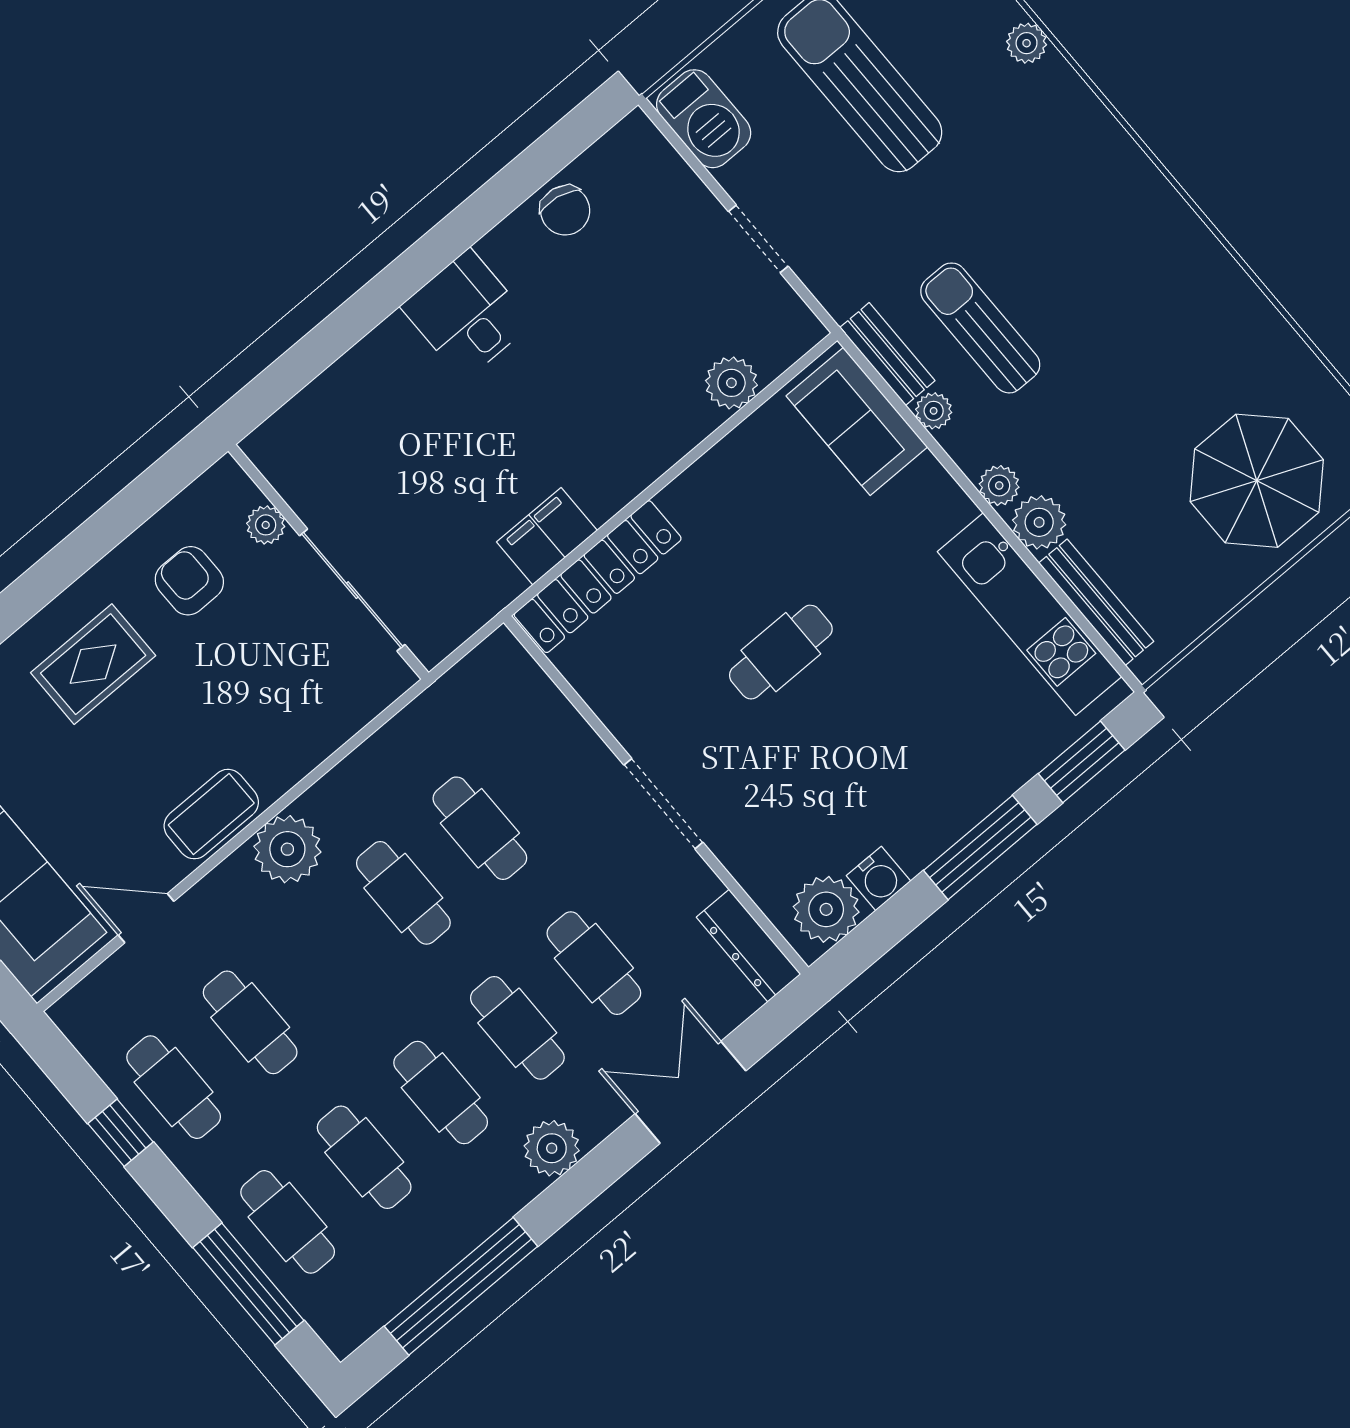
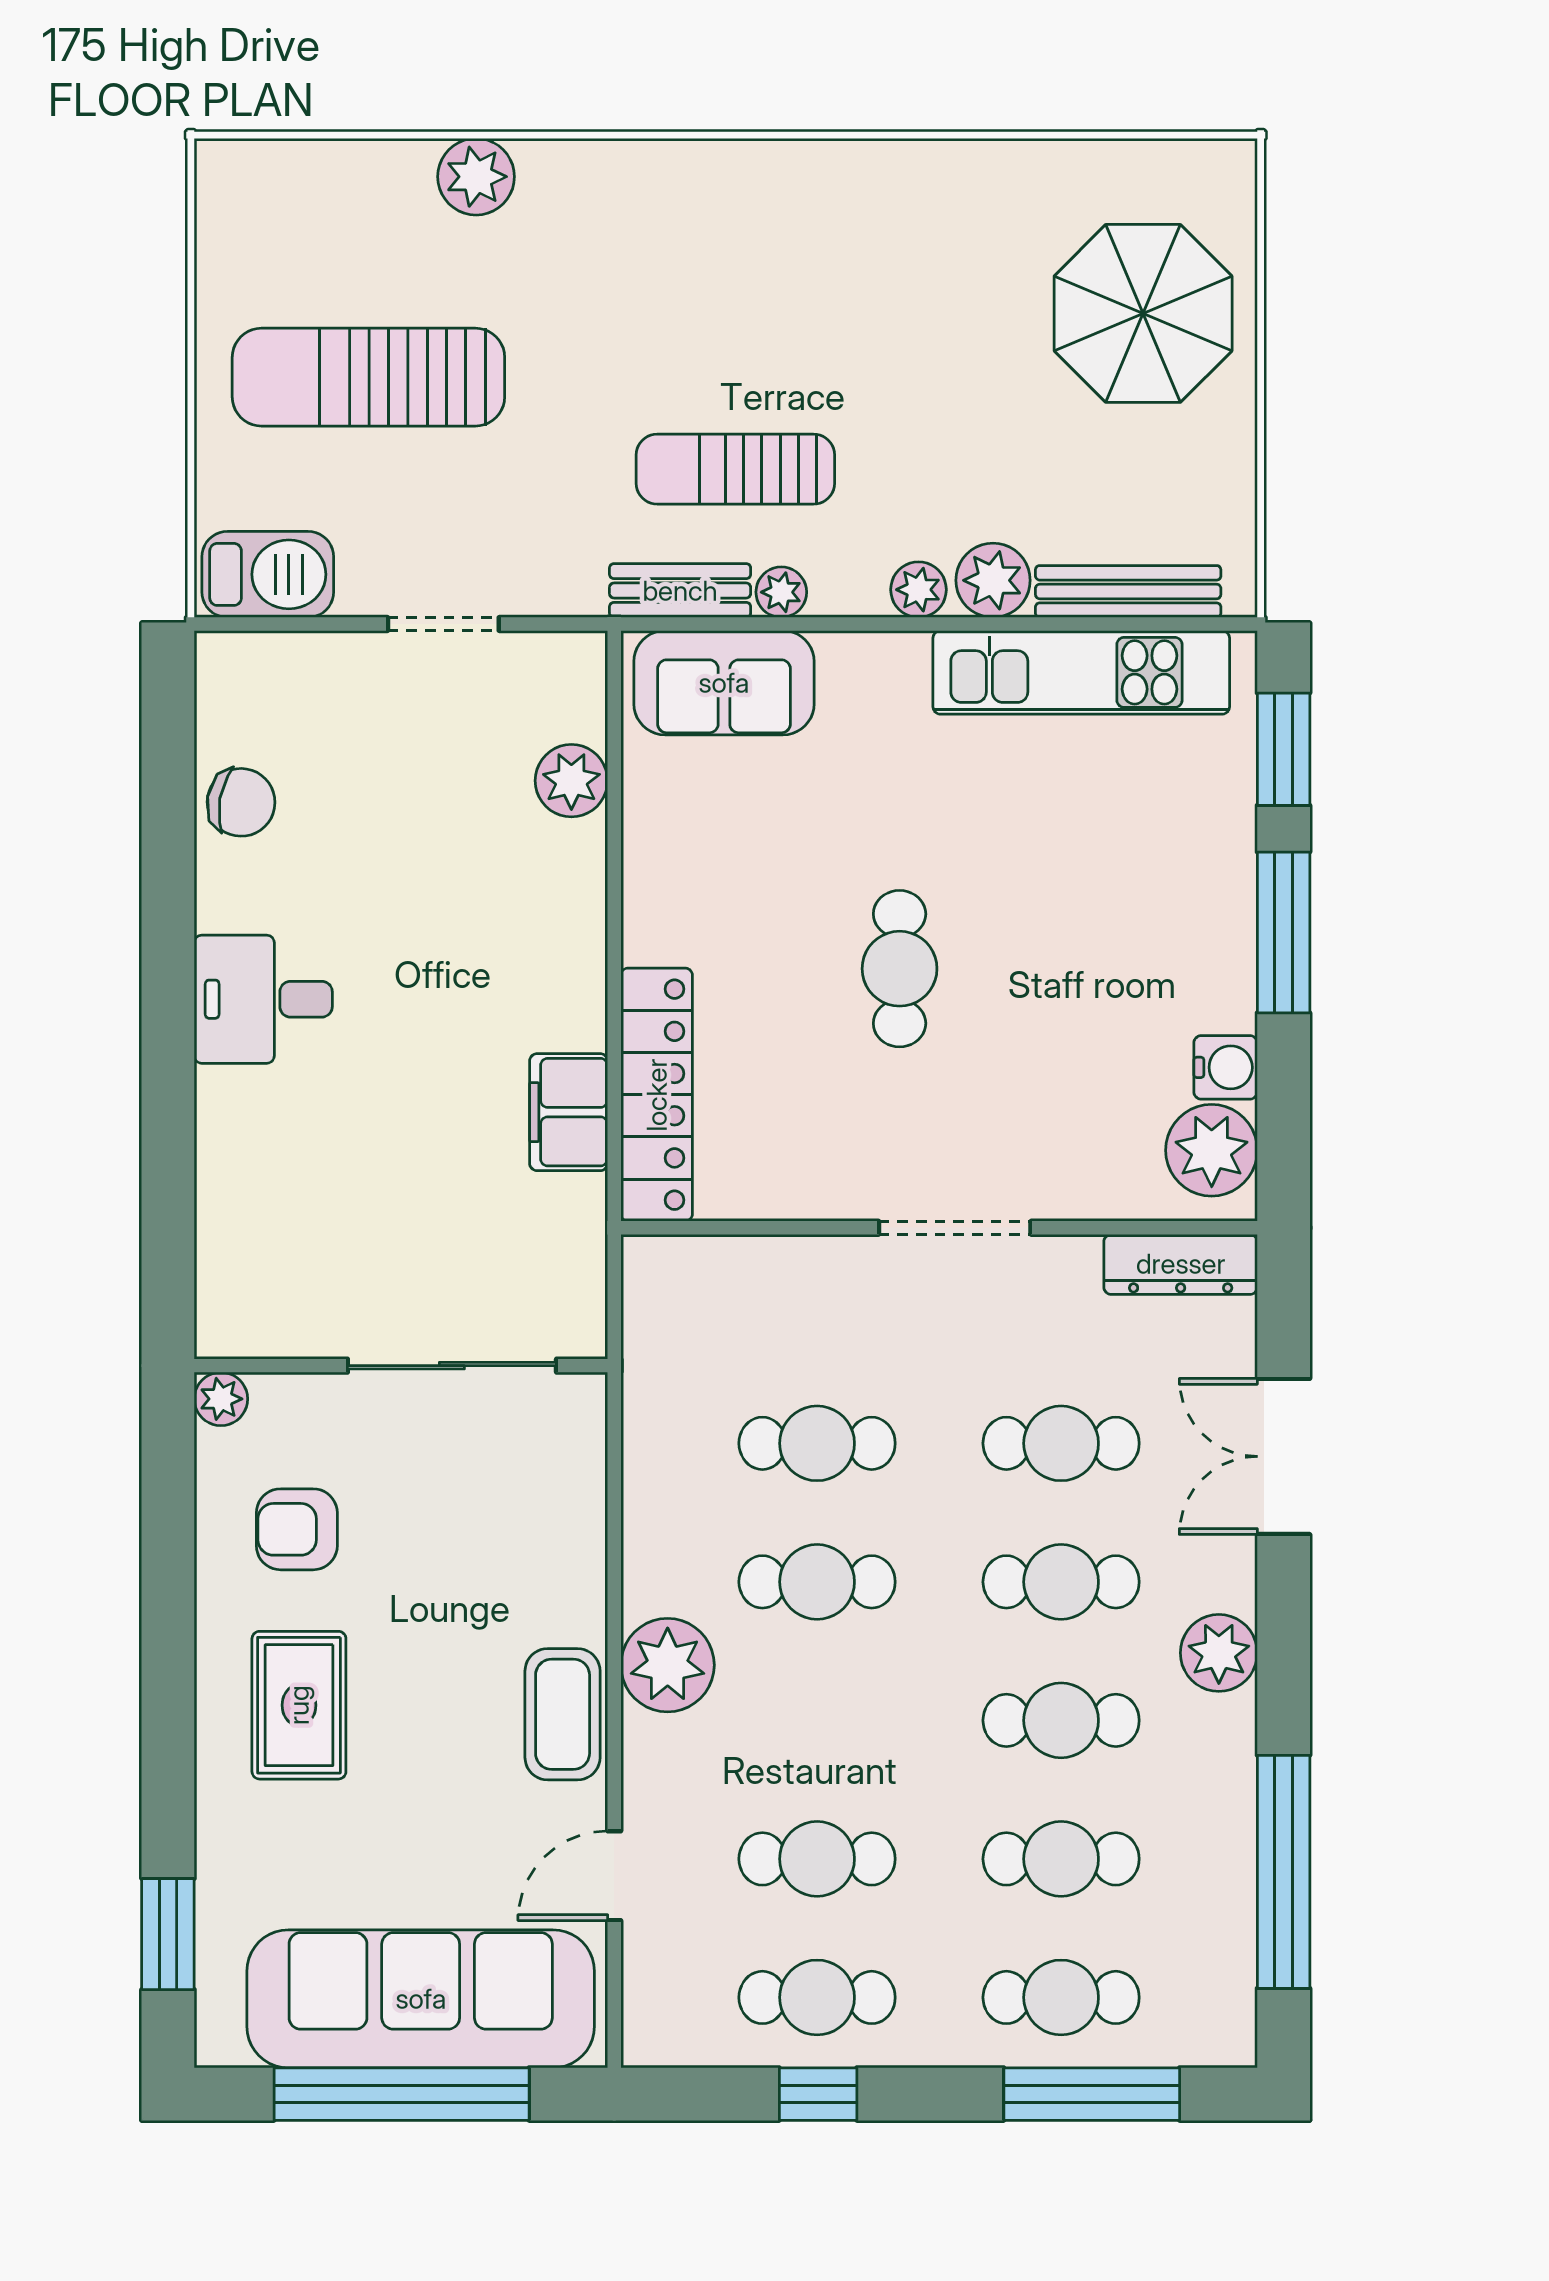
plant: (1027, 43) -> (476, 177), width x1.38, depth x1.38
plant: (266, 525) -> (221, 1399), moved

